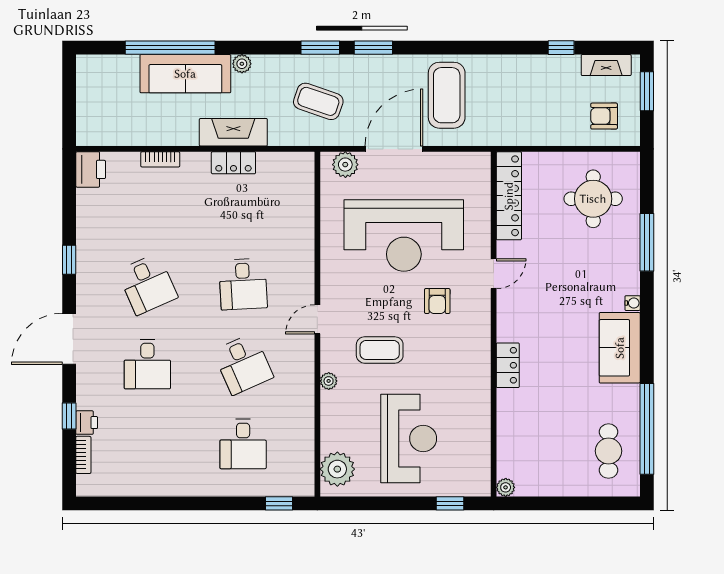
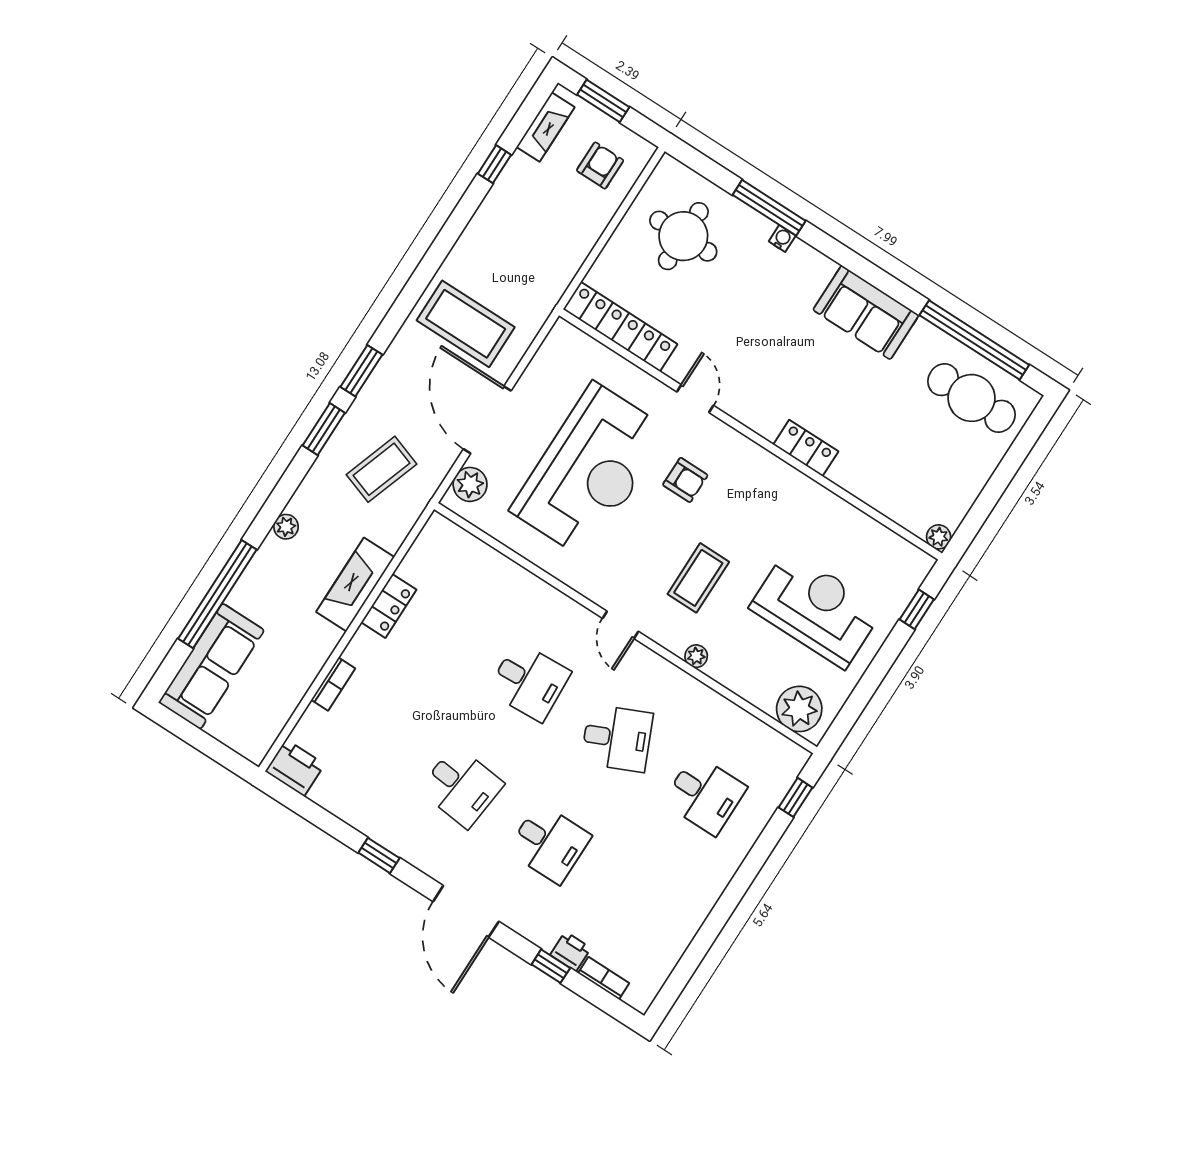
sofa: (185, 74) -> (211, 666), moved
armchair: (604, 116) -> (600, 165), turned 180
desk: (147, 284) -> (461, 787), turned 30
water cooler: (633, 303) -> (782, 239), moved
cafe table: (608, 451) -> (971, 398), width x1.37, depth x1.35

